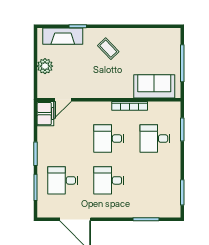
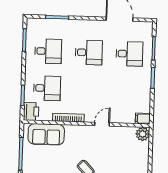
plant: (45, 66) -> (143, 134), moved
door: (63, 100) -> (102, 124), moved
printer: (172, 112) -> (31, 111), added
filing cabinet: (45, 114) -> (143, 119), width x0.50
desk: (109, 139) -> (48, 51), moved

